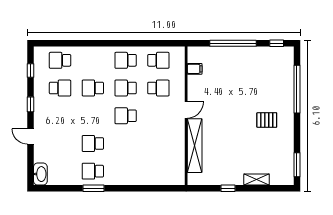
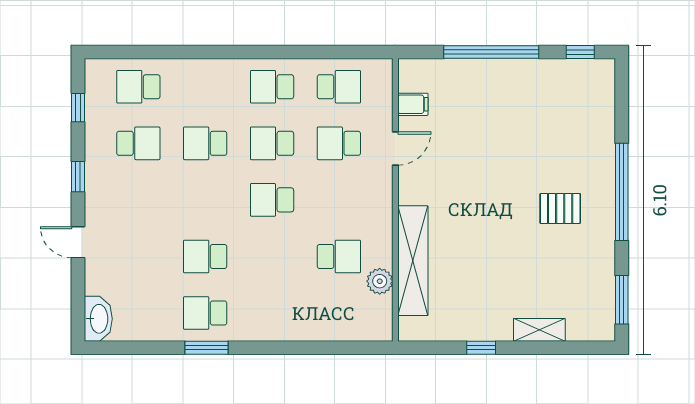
school desk: (158, 88) -> (339, 143), turned 180
window: (297, 89) -> (622, 192), moved
door: (186, 110) -> (395, 148), moved
school desk: (158, 143) -> (339, 256), added
plant: (178, 156) -> (380, 281), added

